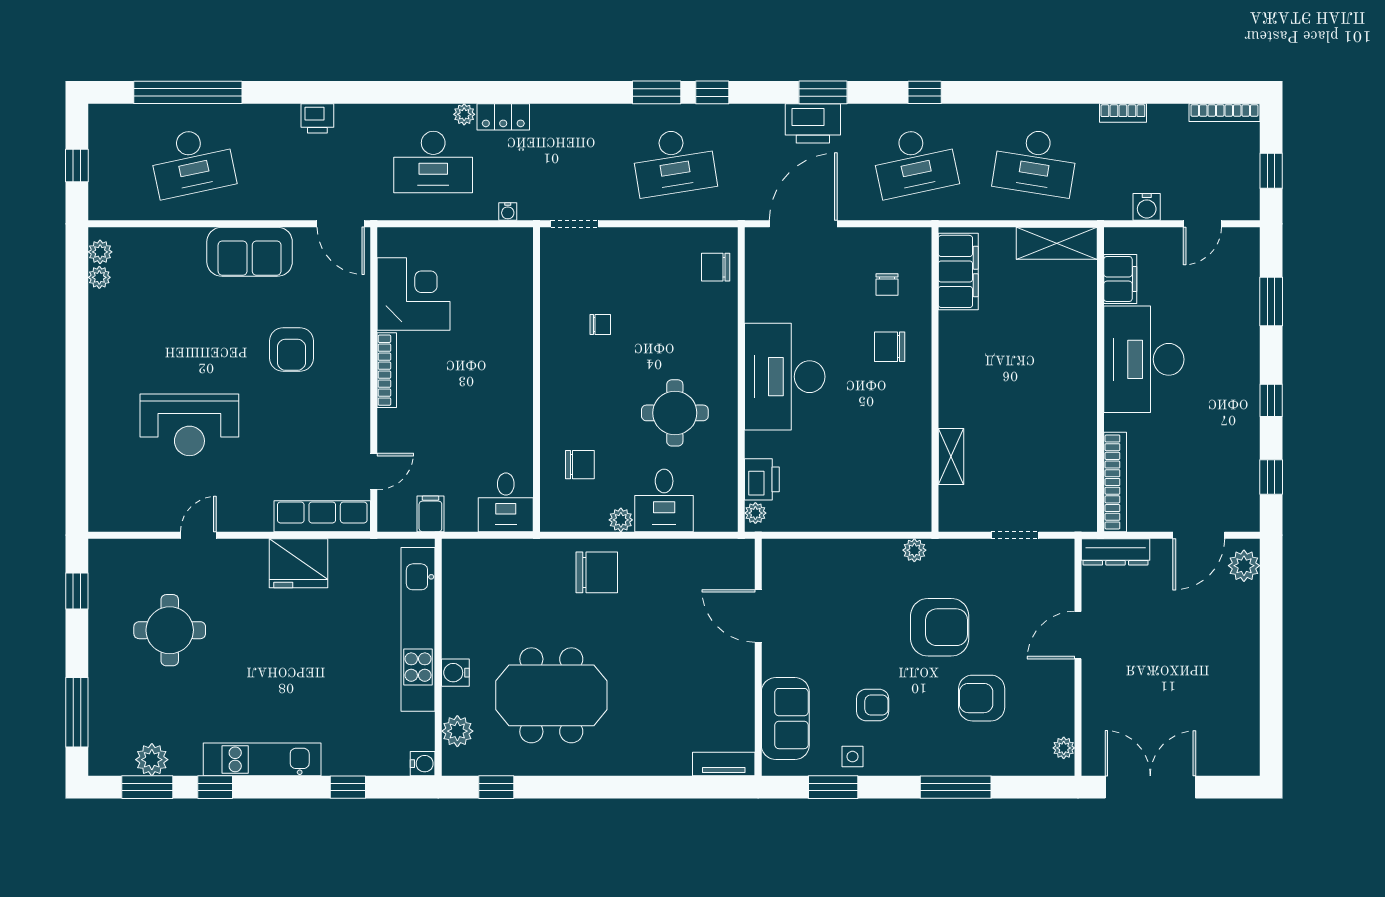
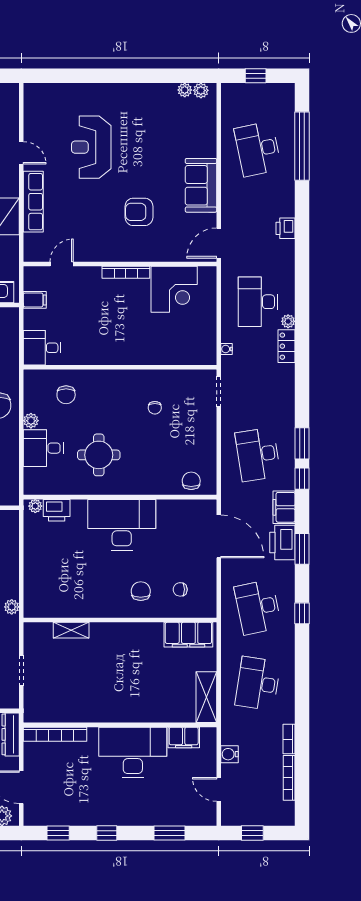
bookcase: (1224, 113) -> (289, 778), moved
filing cabinet: (757, 121) -> (284, 507), added
door: (374, 471) -> (62, 264), swing flipped
row of seats: (322, 516) -> (33, 202), moved

